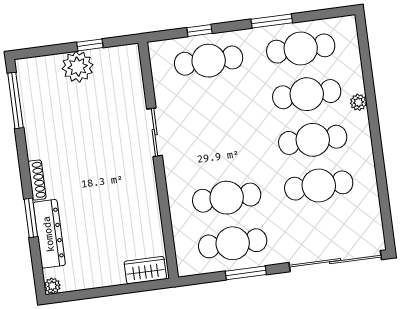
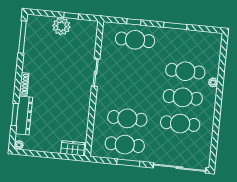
cafe table: (301, 48) -> (188, 45), removed
window: (31, 218) -> (15, 114), moved

